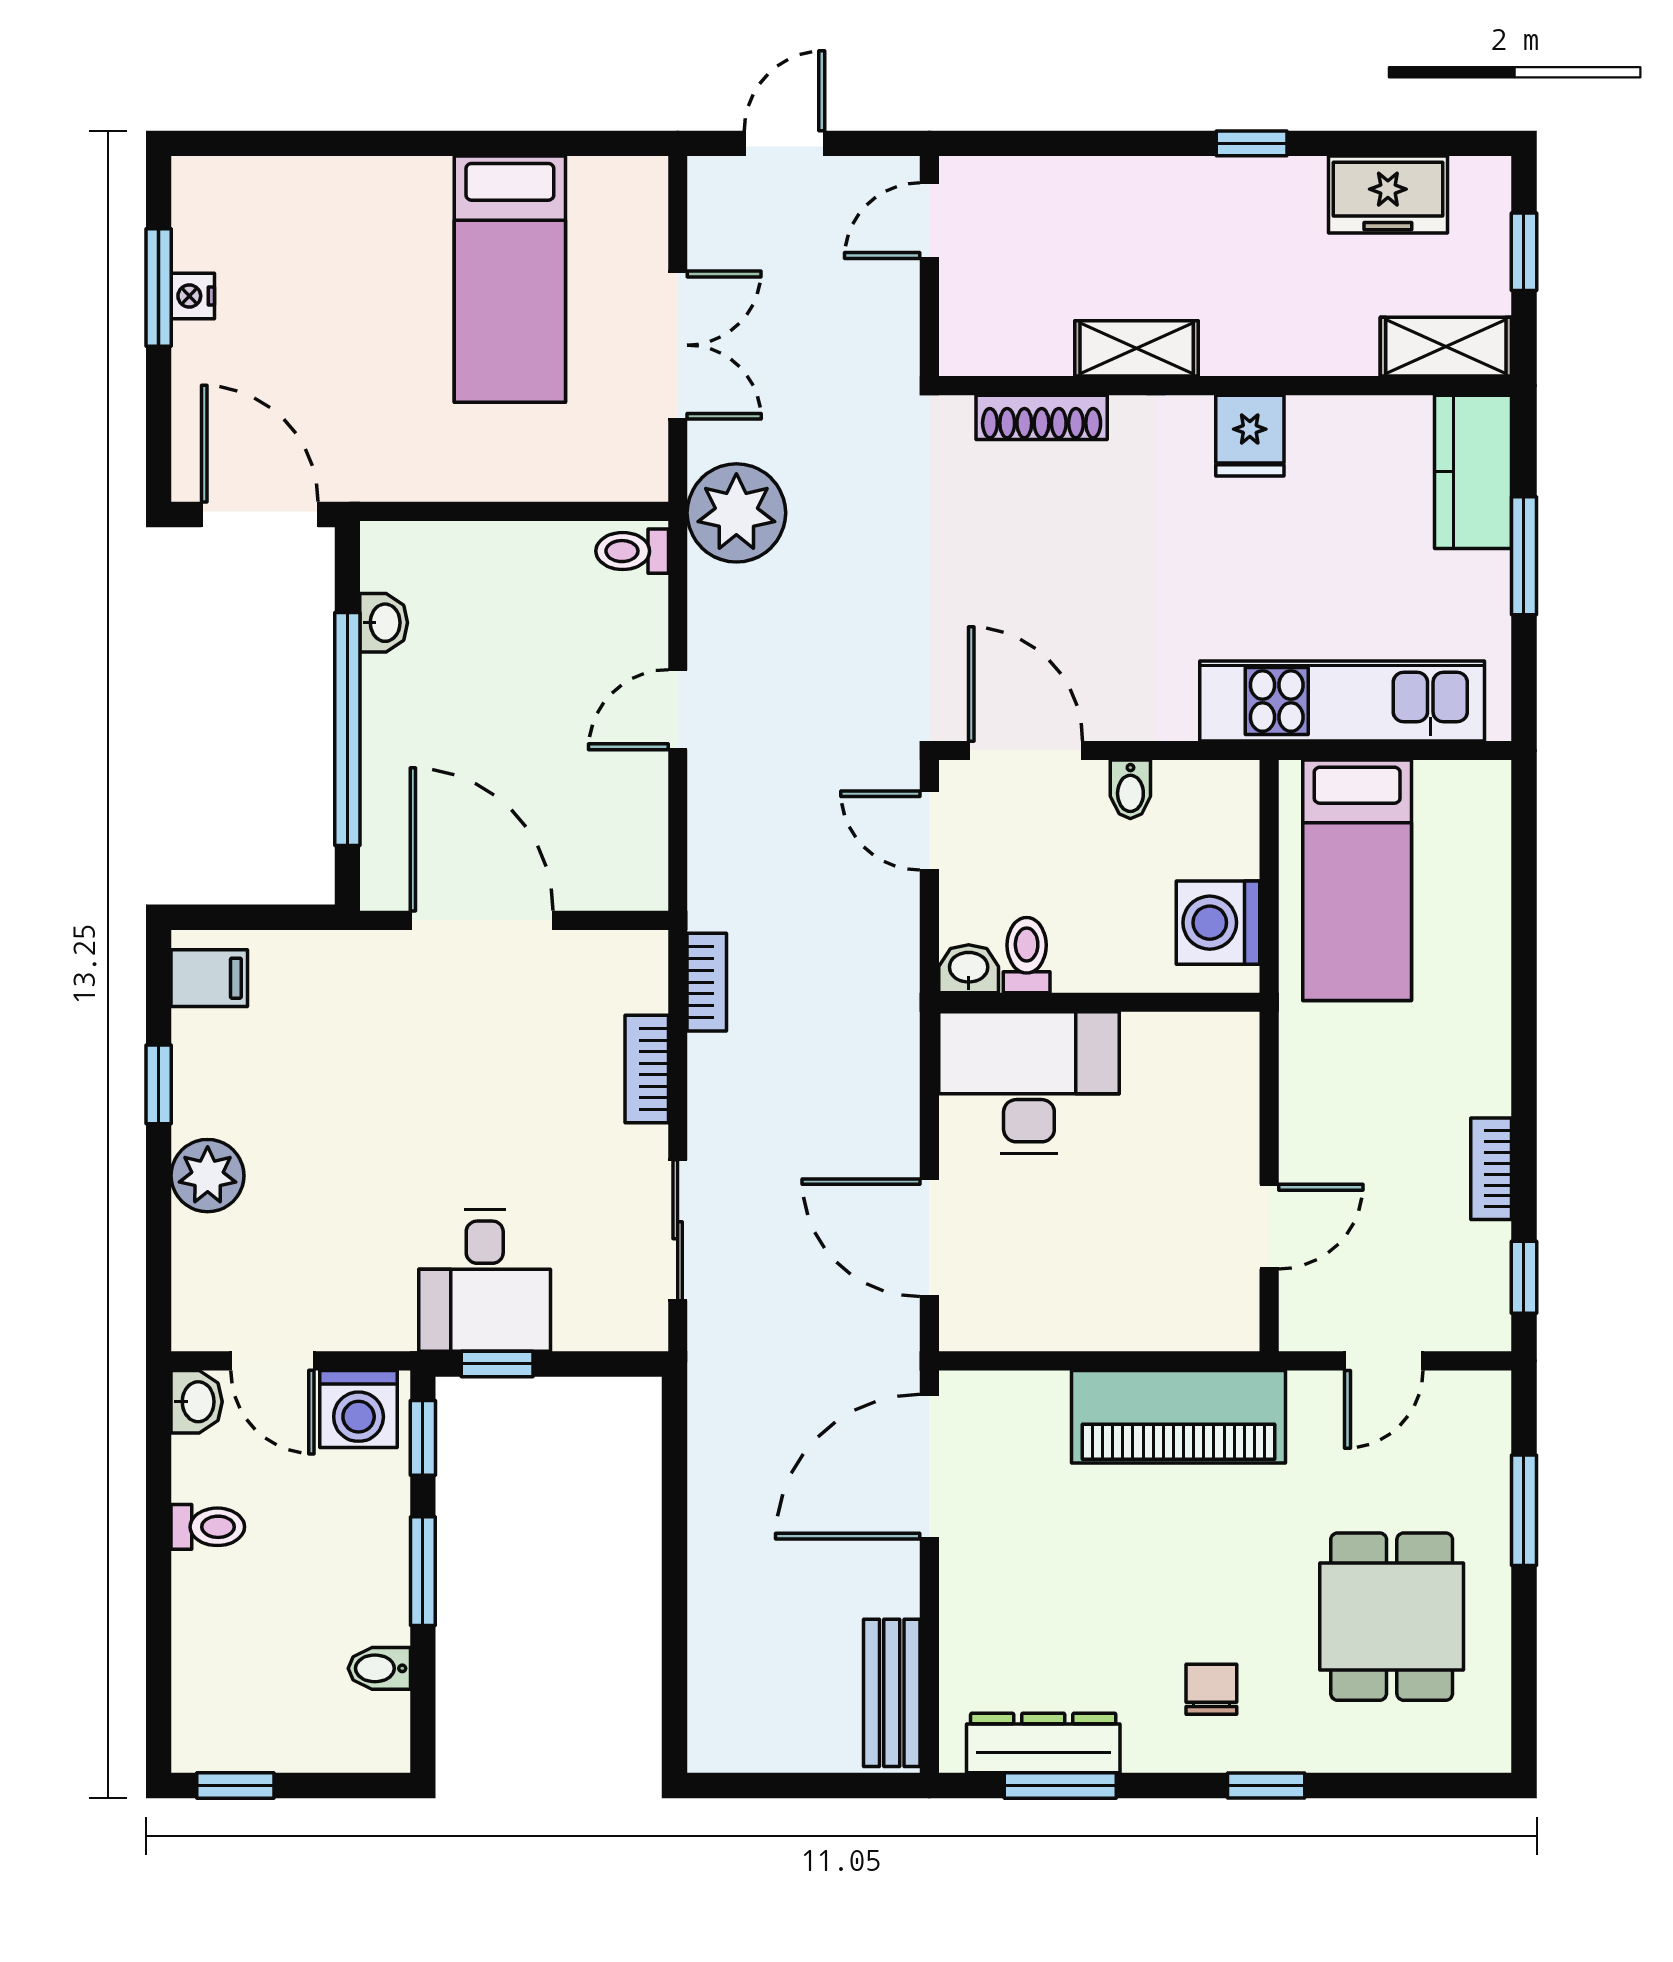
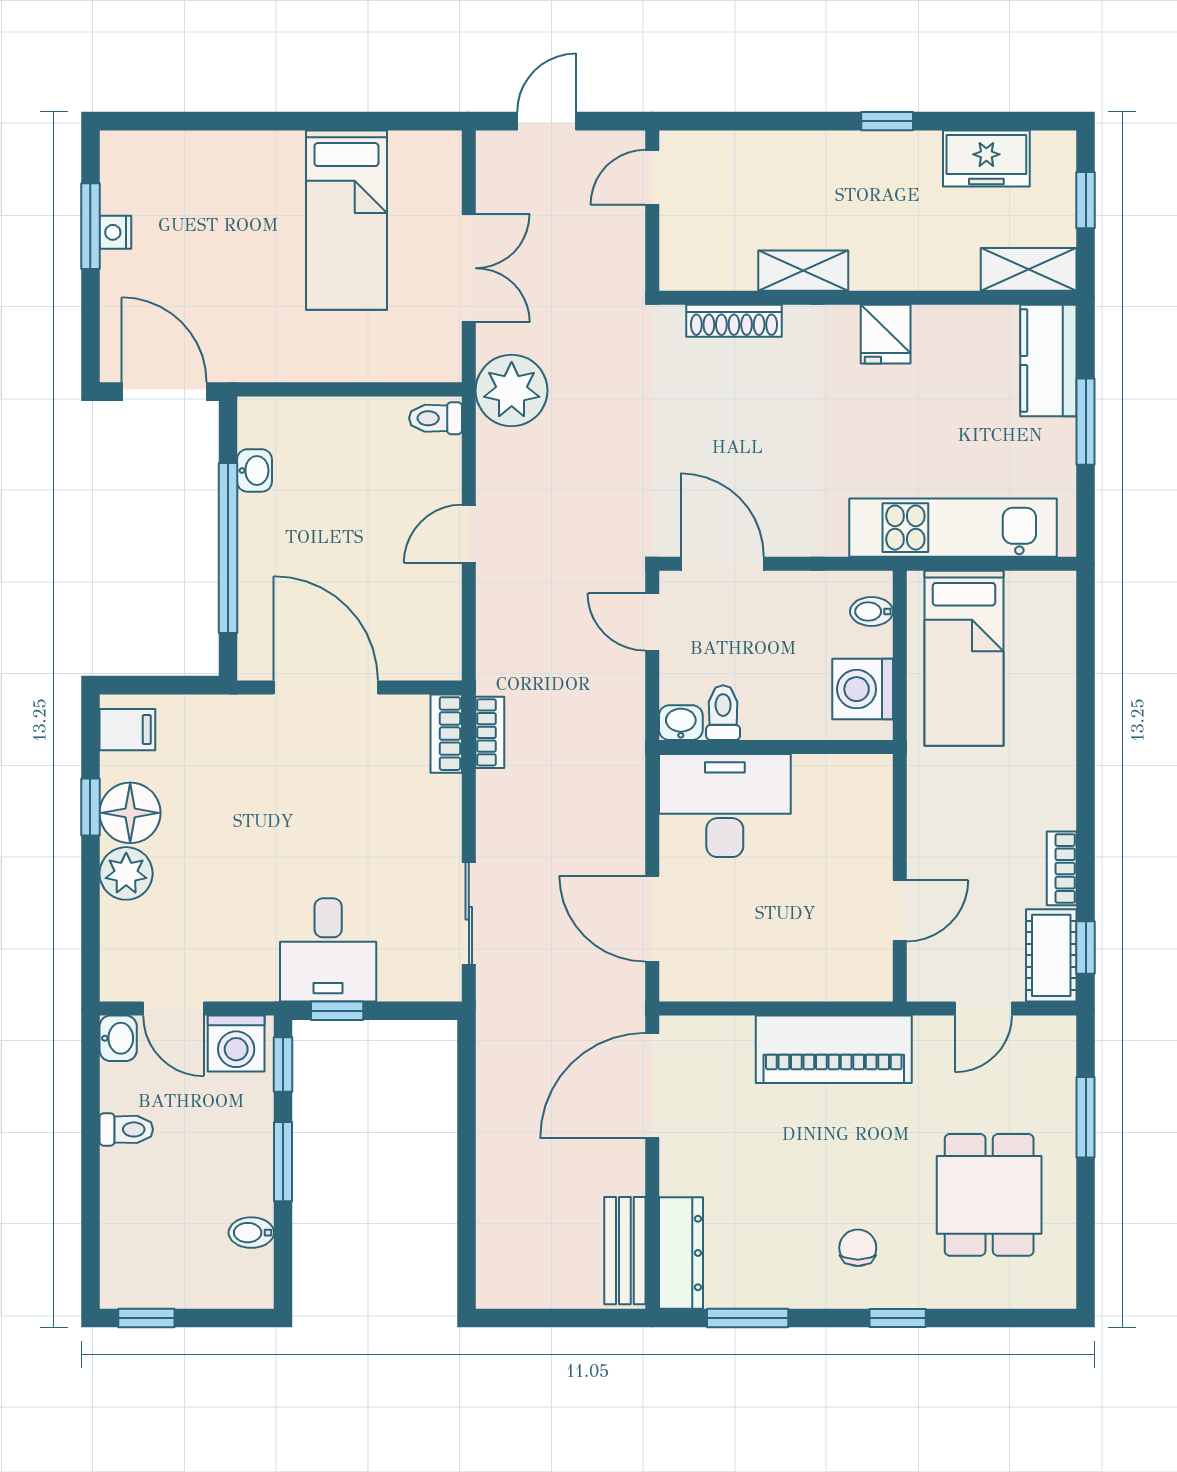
bidet: (1130, 789) -> (872, 611), moved, turned 90
bookcase: (647, 1069) -> (446, 734), moved
floor lamp: (213, 1093) -> (130, 813), added
cot: (1477, 1288) -> (1051, 955), added
dresser: (1043, 1743) -> (681, 1253), moved, turned 90

